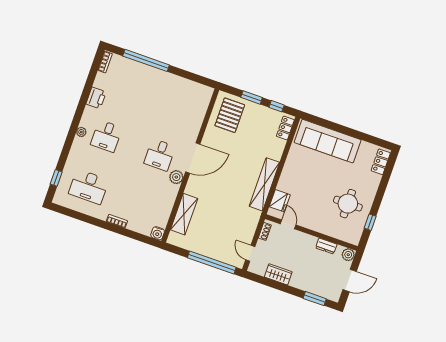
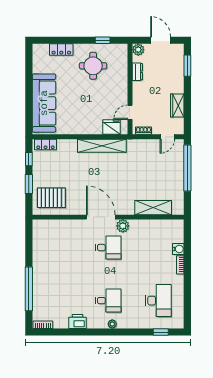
locker: (381, 162) -> (61, 50), moved
water cooler: (158, 233) -> (178, 249), moved

